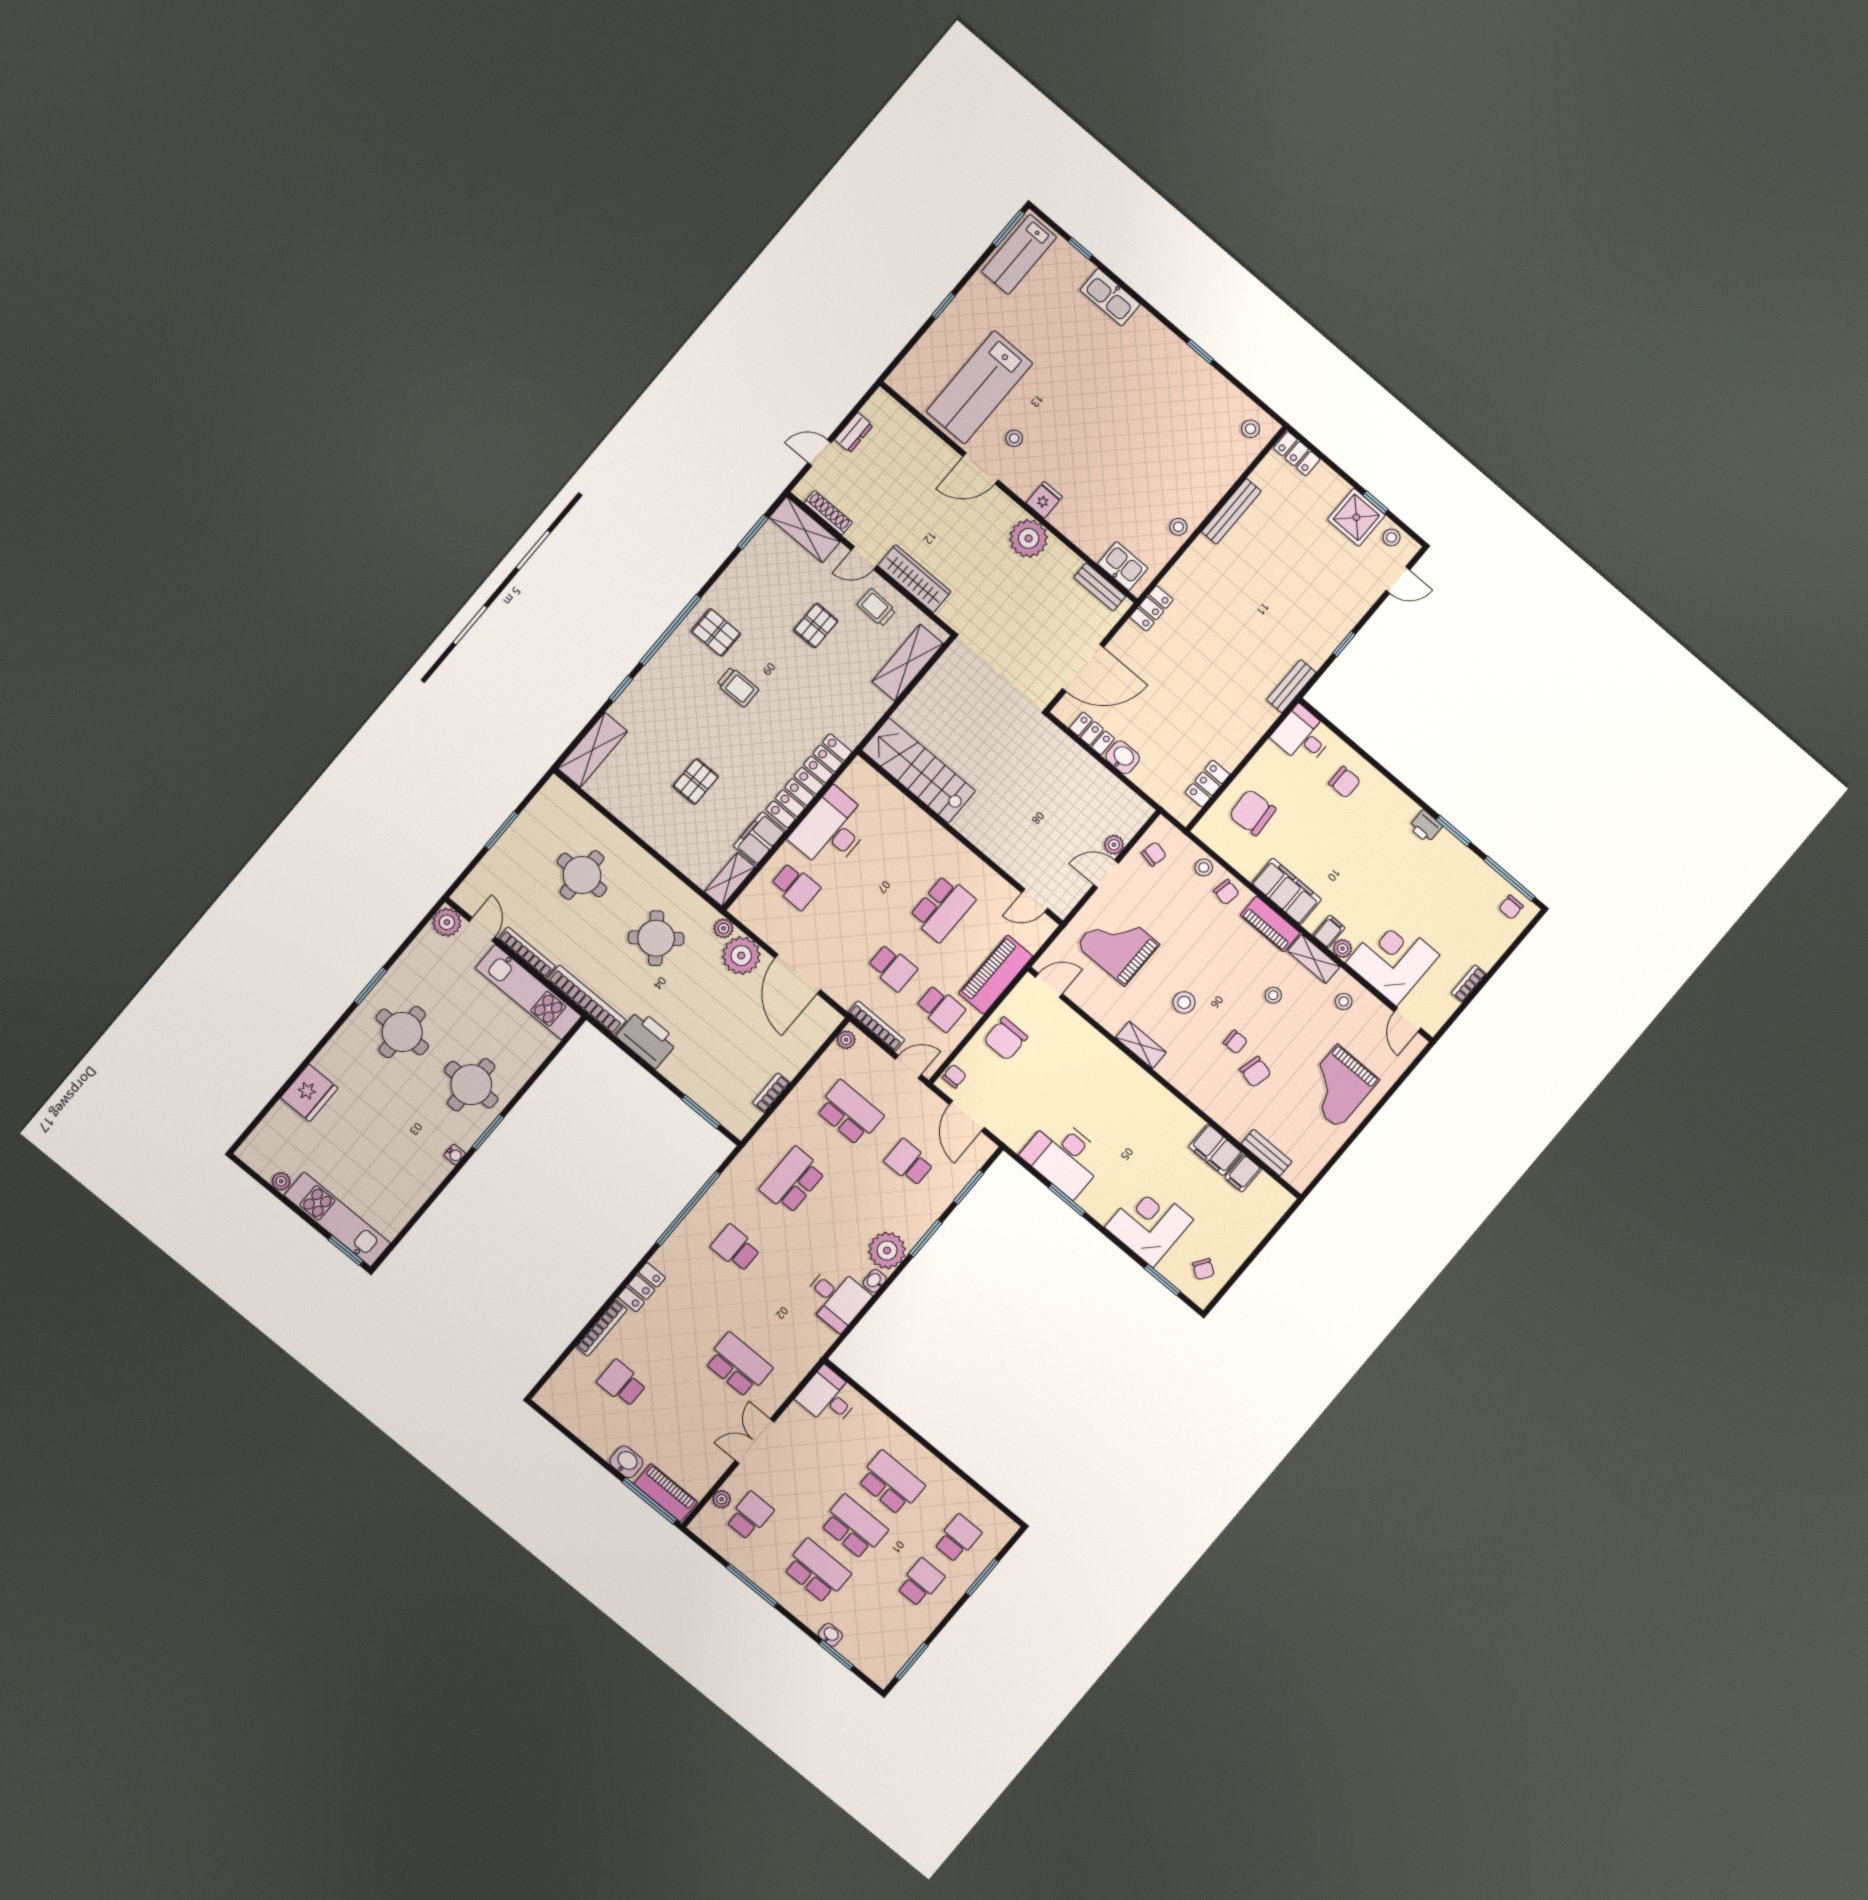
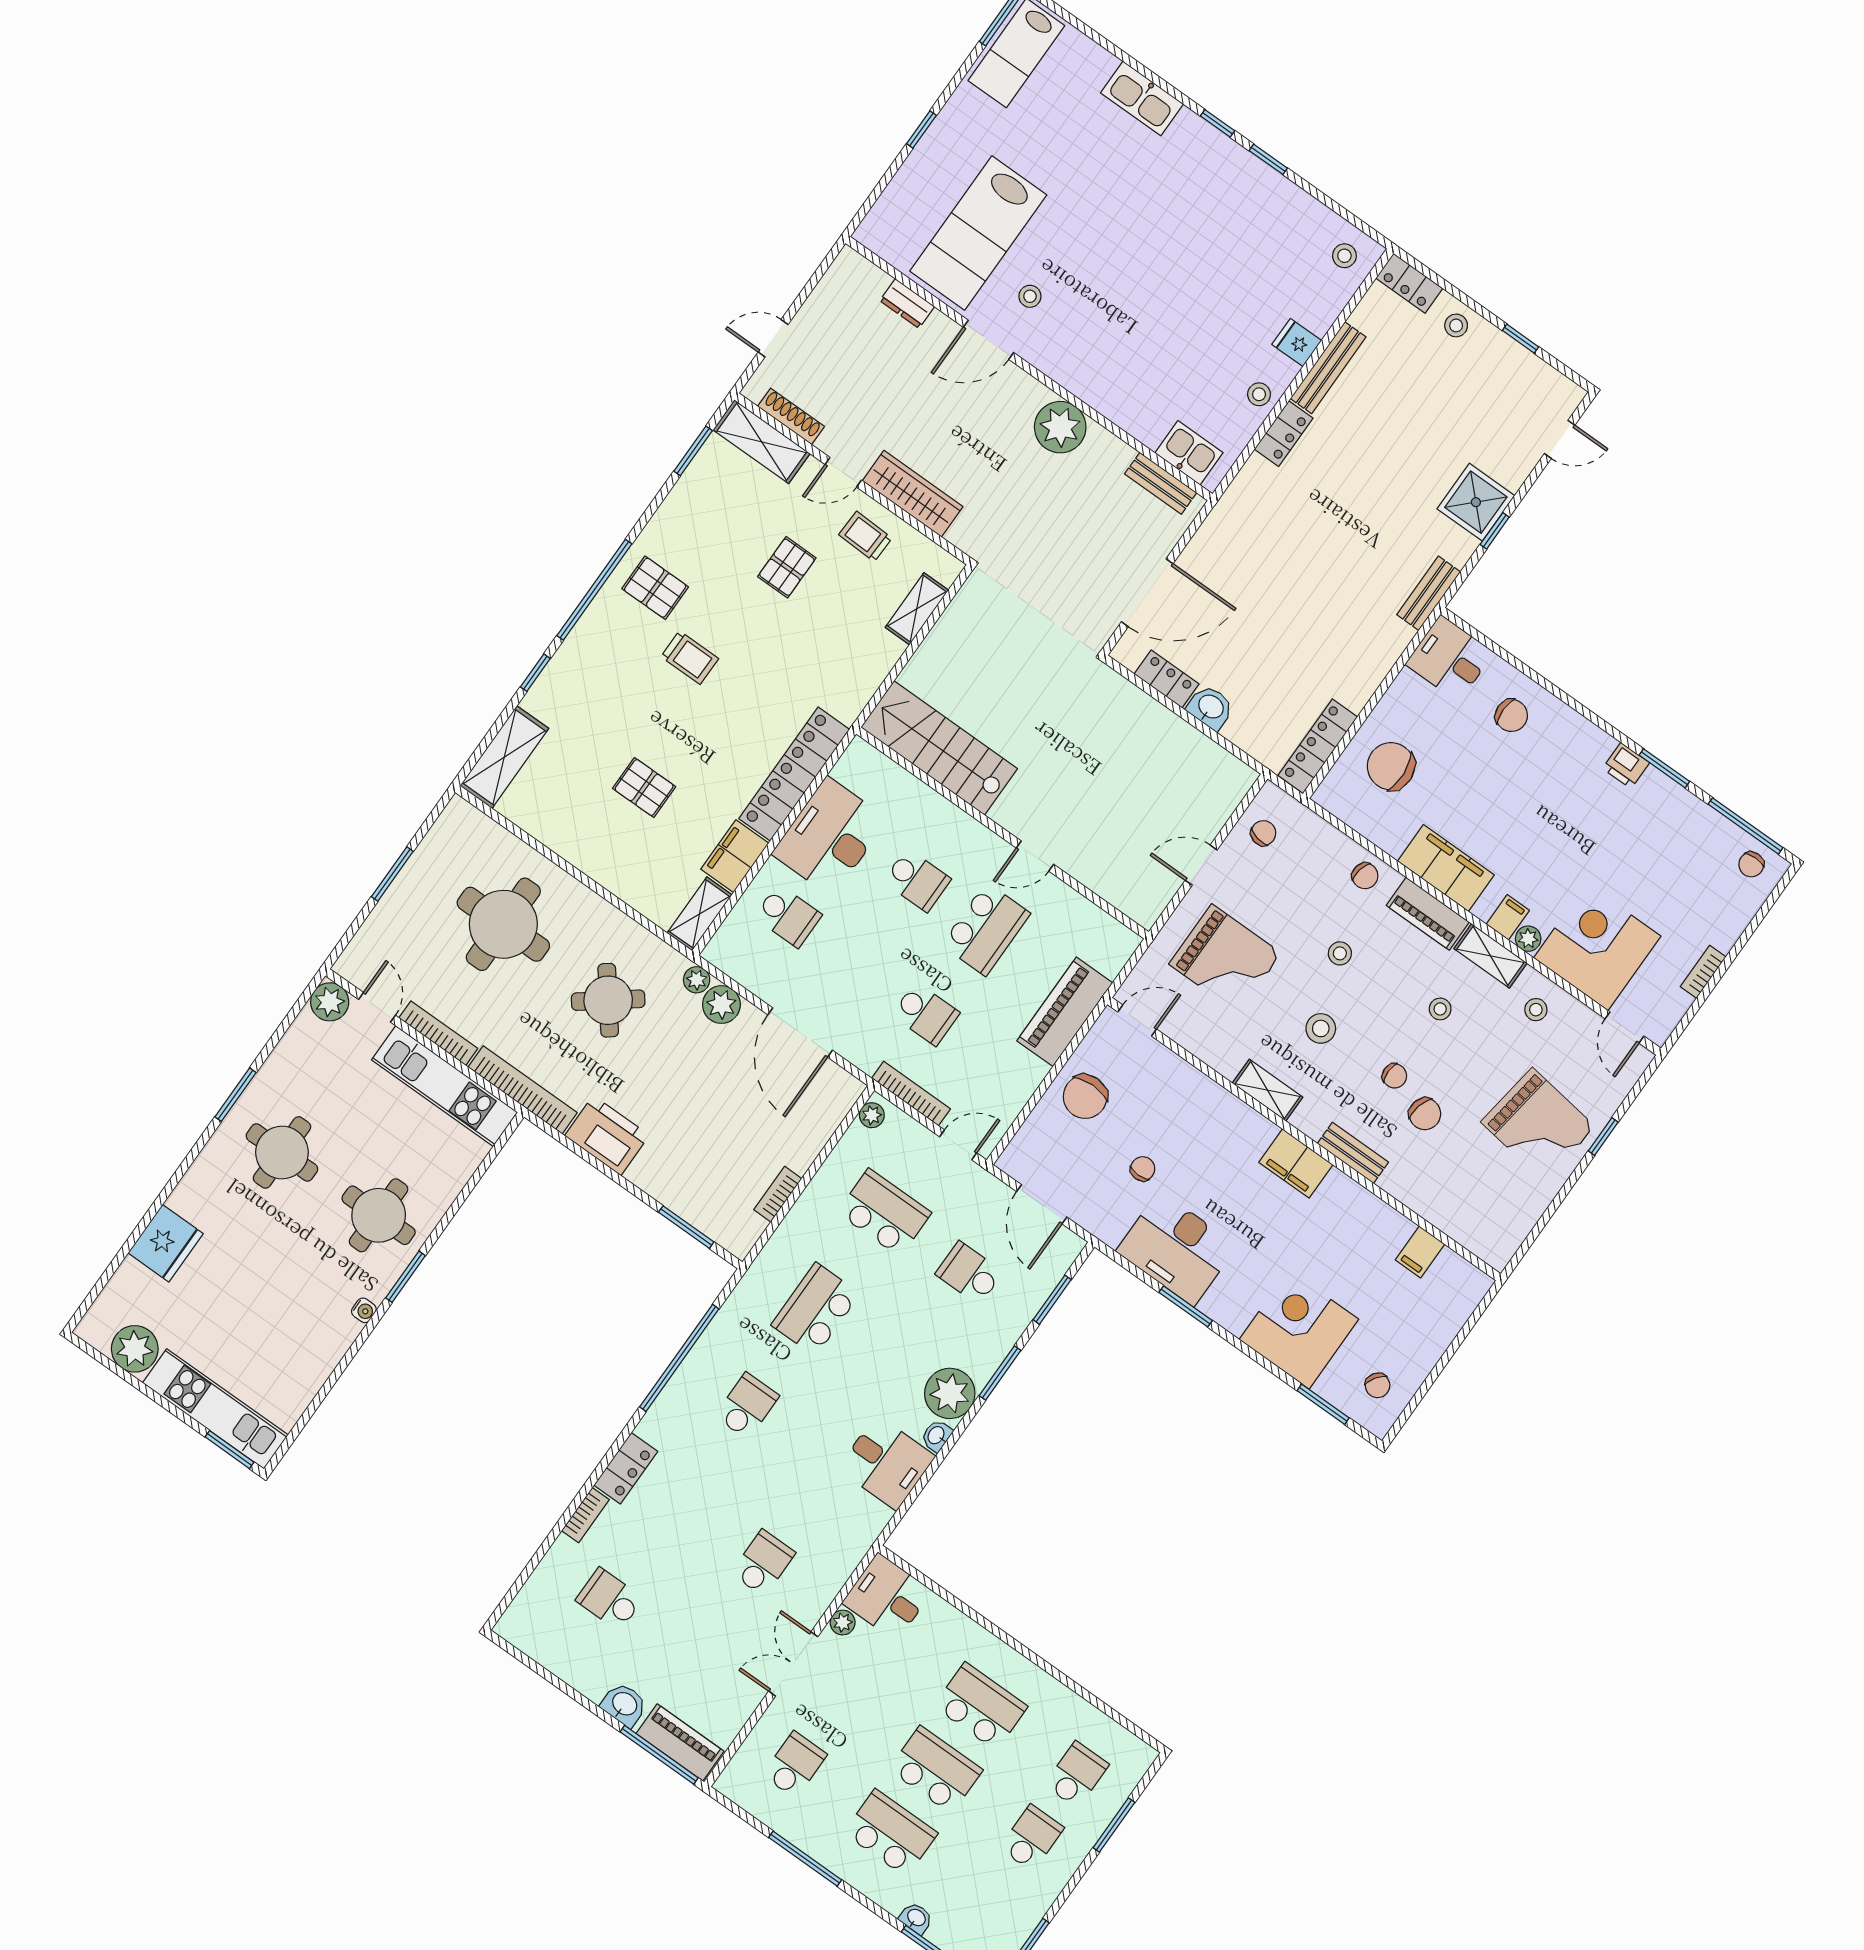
window: (1080, 248) -> (1218, 123), moved
dresser: (854, 433) -> (907, 304), moved, turned 90
fridge: (1044, 500) -> (1297, 342), moved, turned -90
shower: (1356, 517) -> (1476, 502), moved
stool: (1391, 537) -> (1456, 325), moved
locker: (1152, 608) -> (1284, 434), moved
shelving: (908, 663) -> (917, 609), width x0.67, depth x0.75
pallet: (696, 781) -> (644, 788), turned 90
locker: (1207, 784) -> (1318, 746), width x1.53
plant: (1114, 845) -> (1209, 825), removed
stool: (1204, 867) -> (1340, 953), moved
round table: (582, 875) -> (503, 924), width x1.36, depth x1.36
door: (1035, 900) -> (1035, 856), moved
grand piano: (1118, 945) -> (1225, 959), turned 180
plant: (741, 956) -> (721, 1005), width x0.73, depth x0.73
school desk: (941, 1008) -> (917, 880), moved
chair: (954, 1076) -> (1143, 1169), moved
grand piano: (1338, 1086) -> (1538, 1124), turned -82
window: (1385, 1099) -> (1603, 1137), added
filing cabinet: (1216, 1150) -> (1296, 1163), moved
bench: (1267, 1153) -> (1353, 1153), moved
plant: (281, 1181) -> (135, 1349), width x1.87, depth x1.87
school desk: (736, 1248) -> (747, 1406), turned 90
bookcase: (602, 1328) -> (585, 1515), width x0.64
school desk: (738, 1365) -> (763, 1563), width x0.54
plant: (722, 1499) -> (843, 1623), moved

